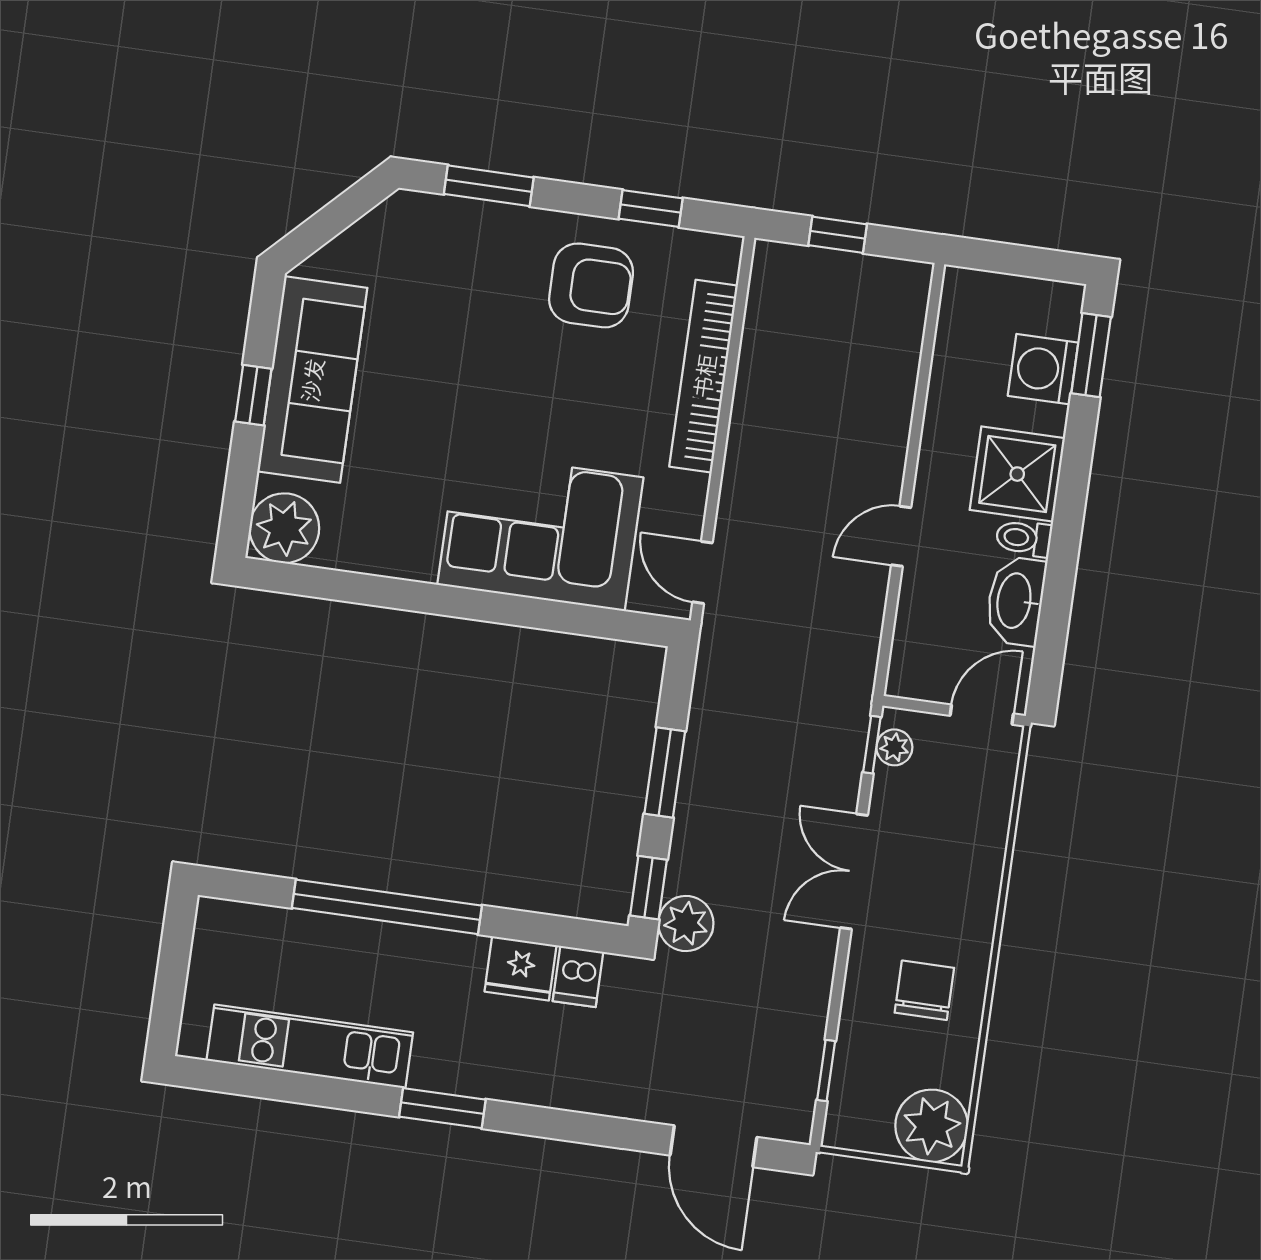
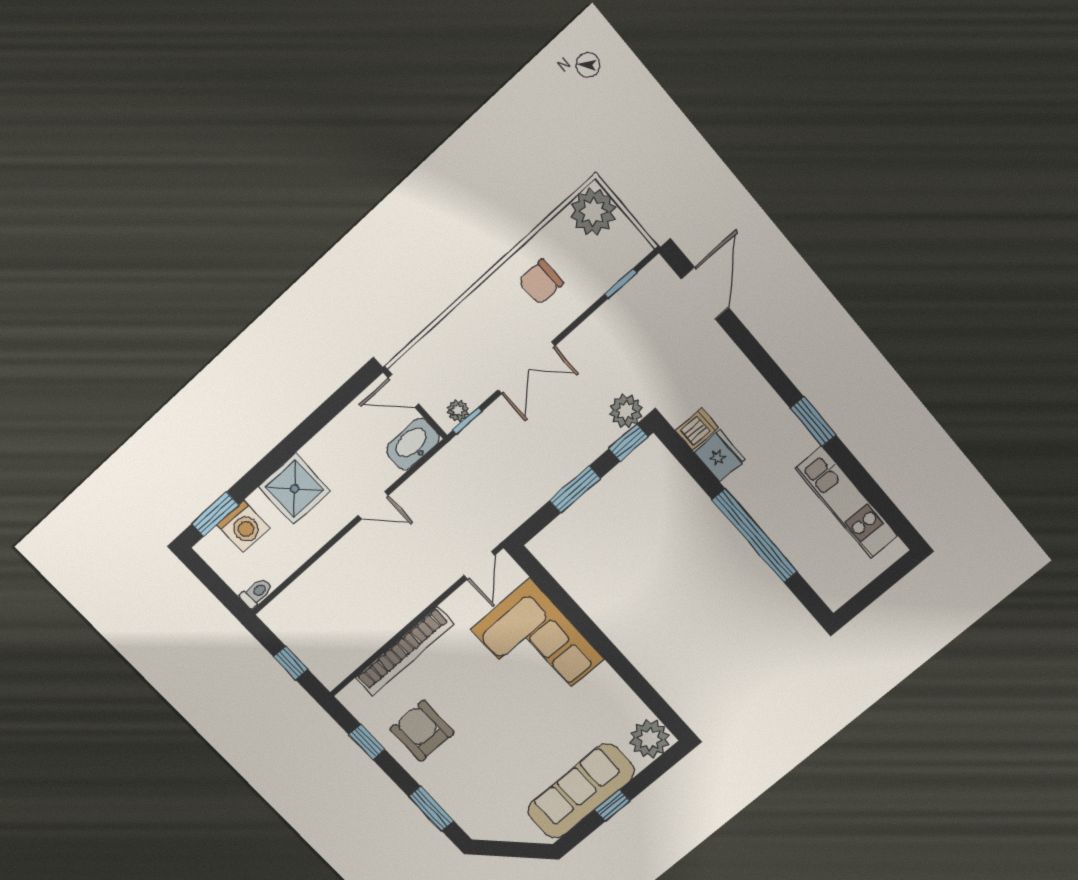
toilet: (1024, 538) -> (256, 593), moved, turned -90
washbasin: (1016, 601) -> (413, 444), moved, turned 180

